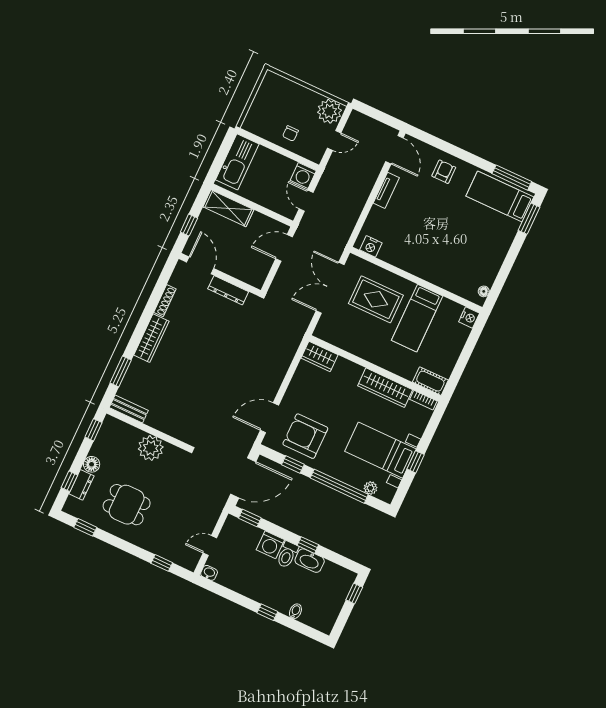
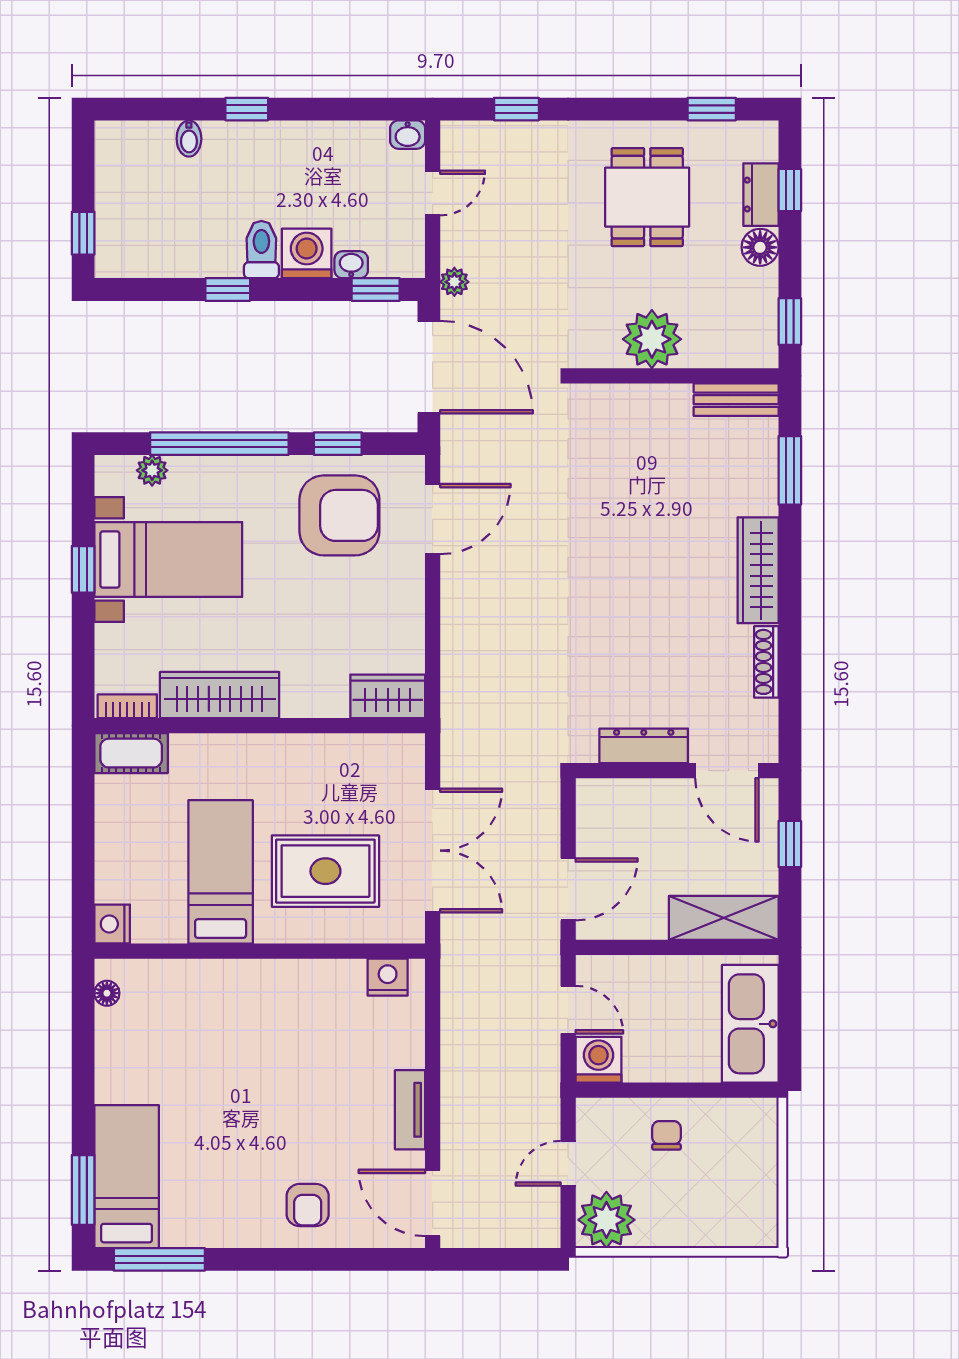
bed: (500, 196) -> (127, 1177), moved, turned -90
door: (243, 478) -> (429, 367), swing flipped
dining table: (127, 505) -> (647, 197), turned 90
plant: (218, 507) -> (454, 282), added
washbasin: (310, 561) -> (351, 265), moved, width x0.52, depth x0.69

